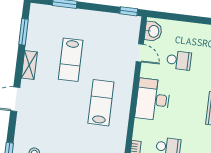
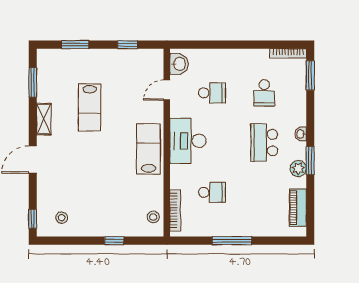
window: (129, 11) -> (128, 45), moved
door: (140, 53) -> (167, 90), swing flipped
lab bench: (101, 103) -> (149, 149), moved

